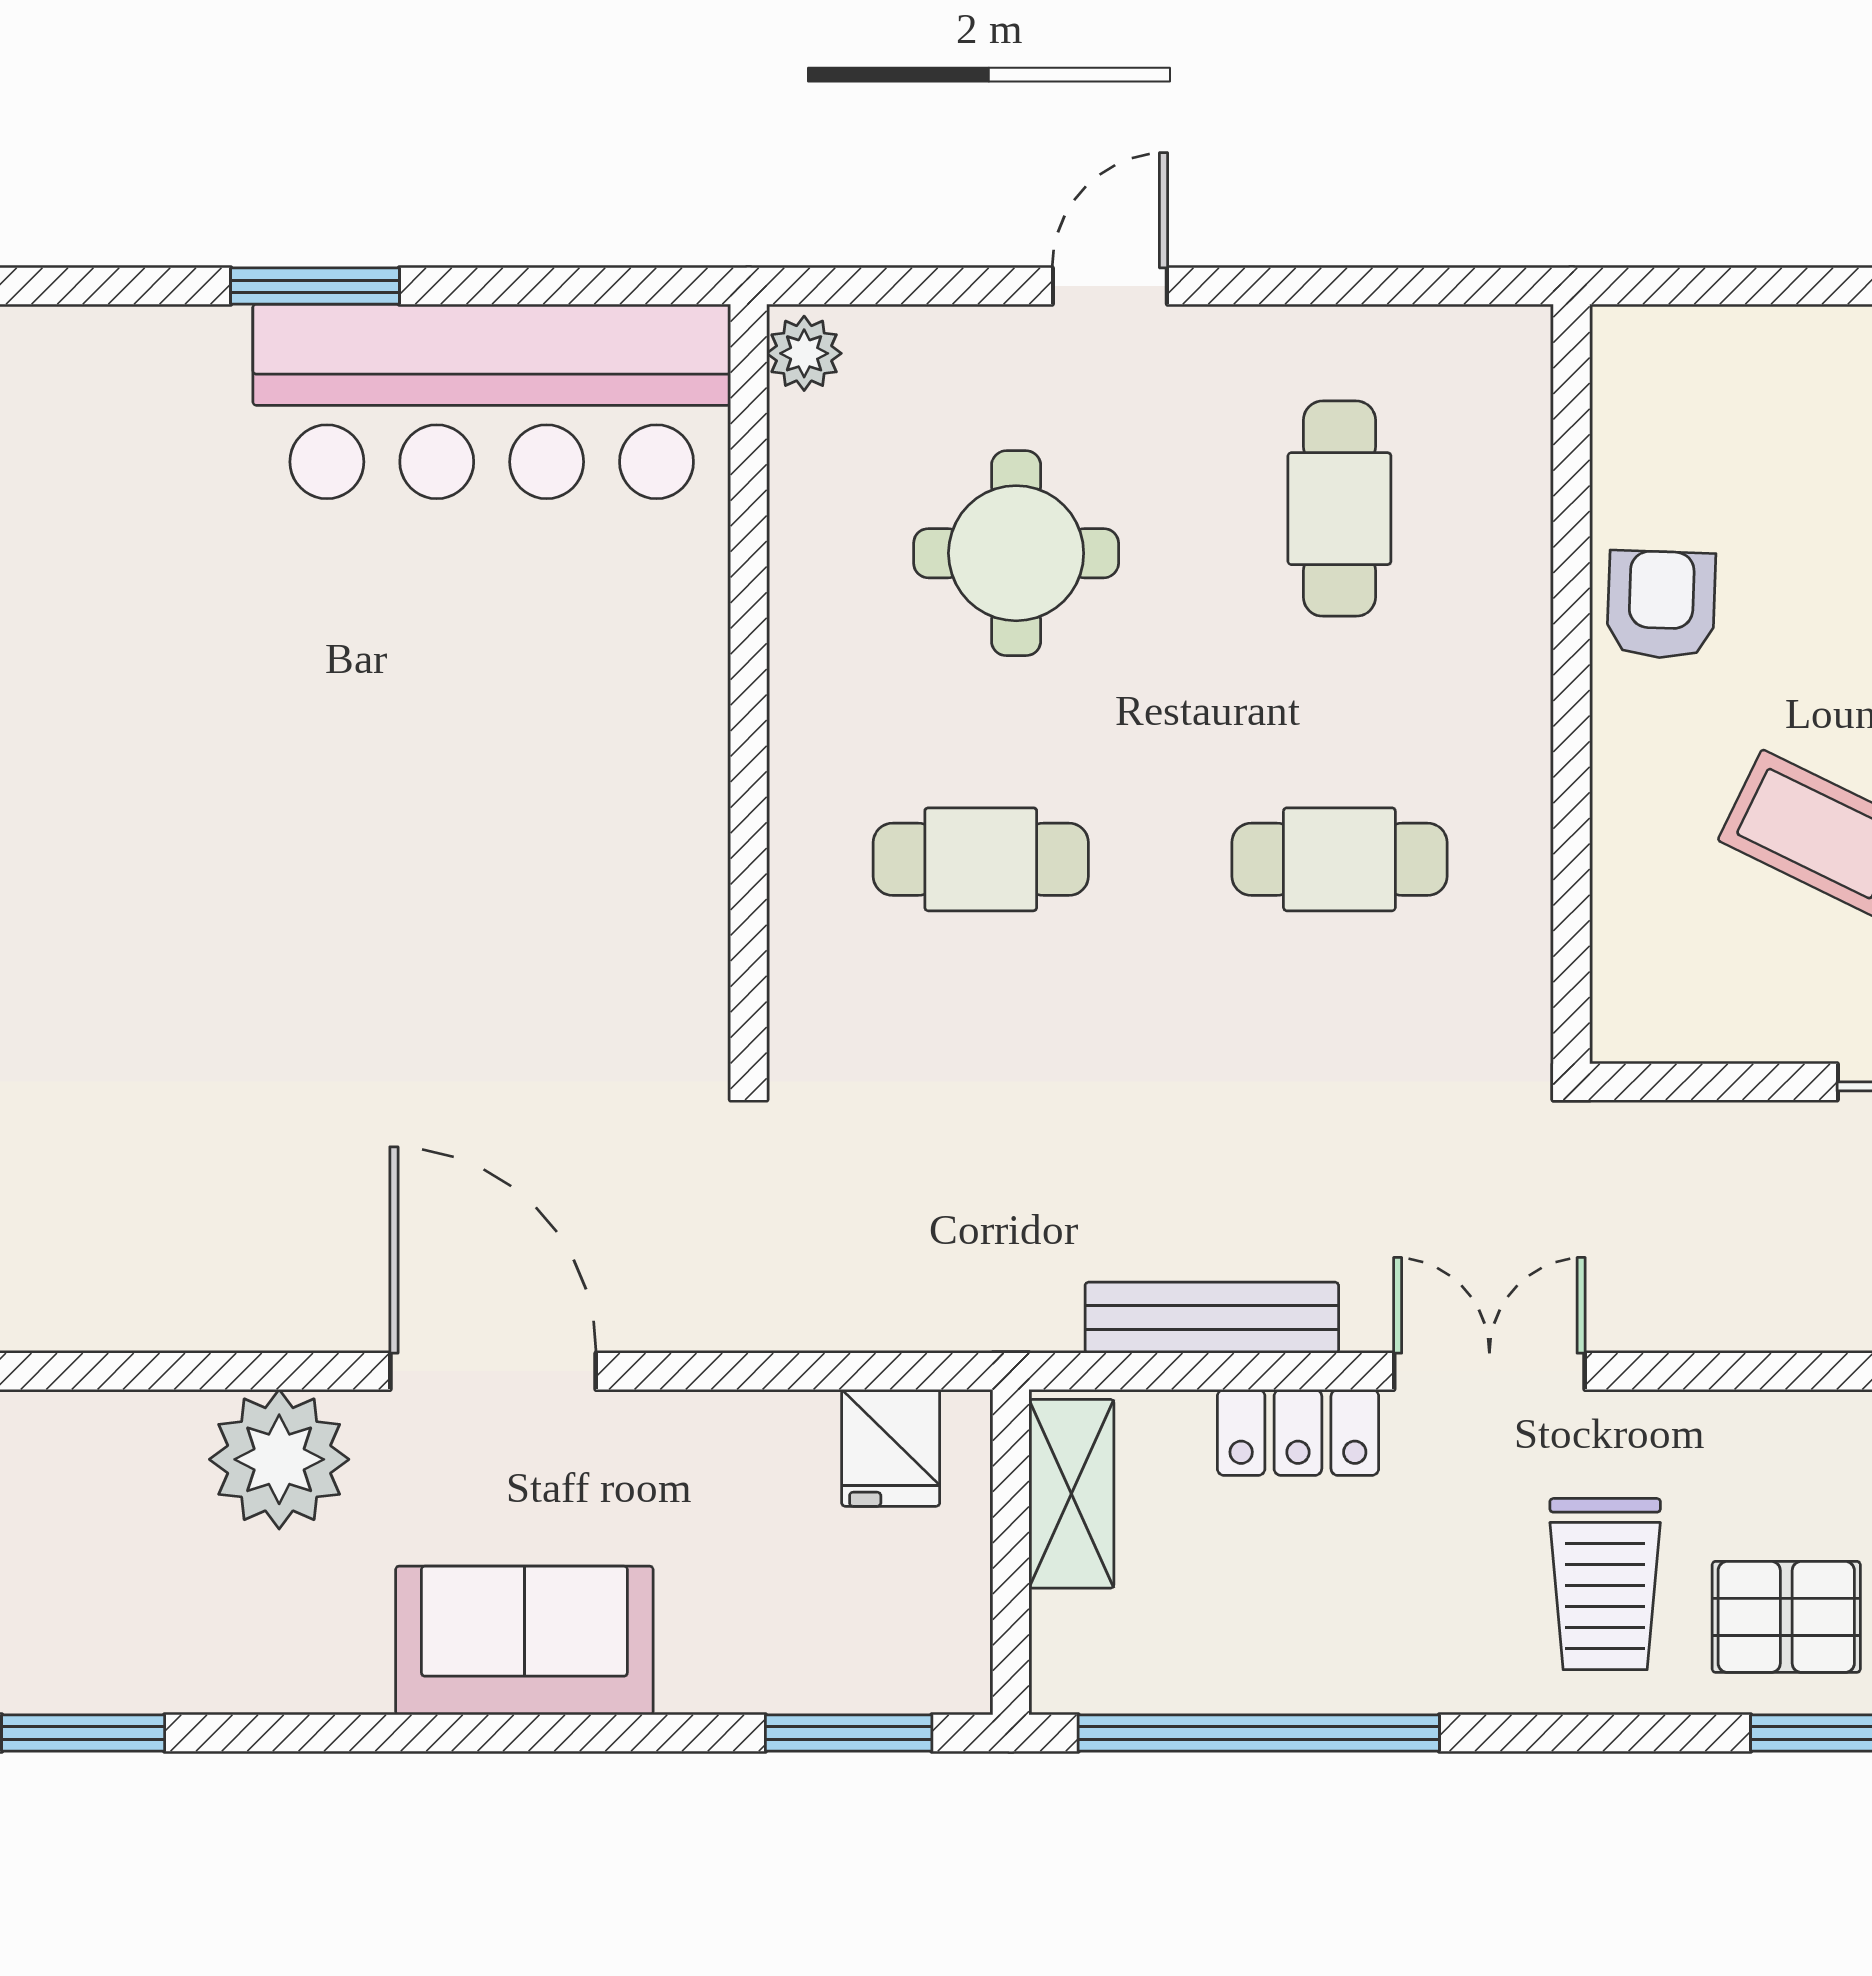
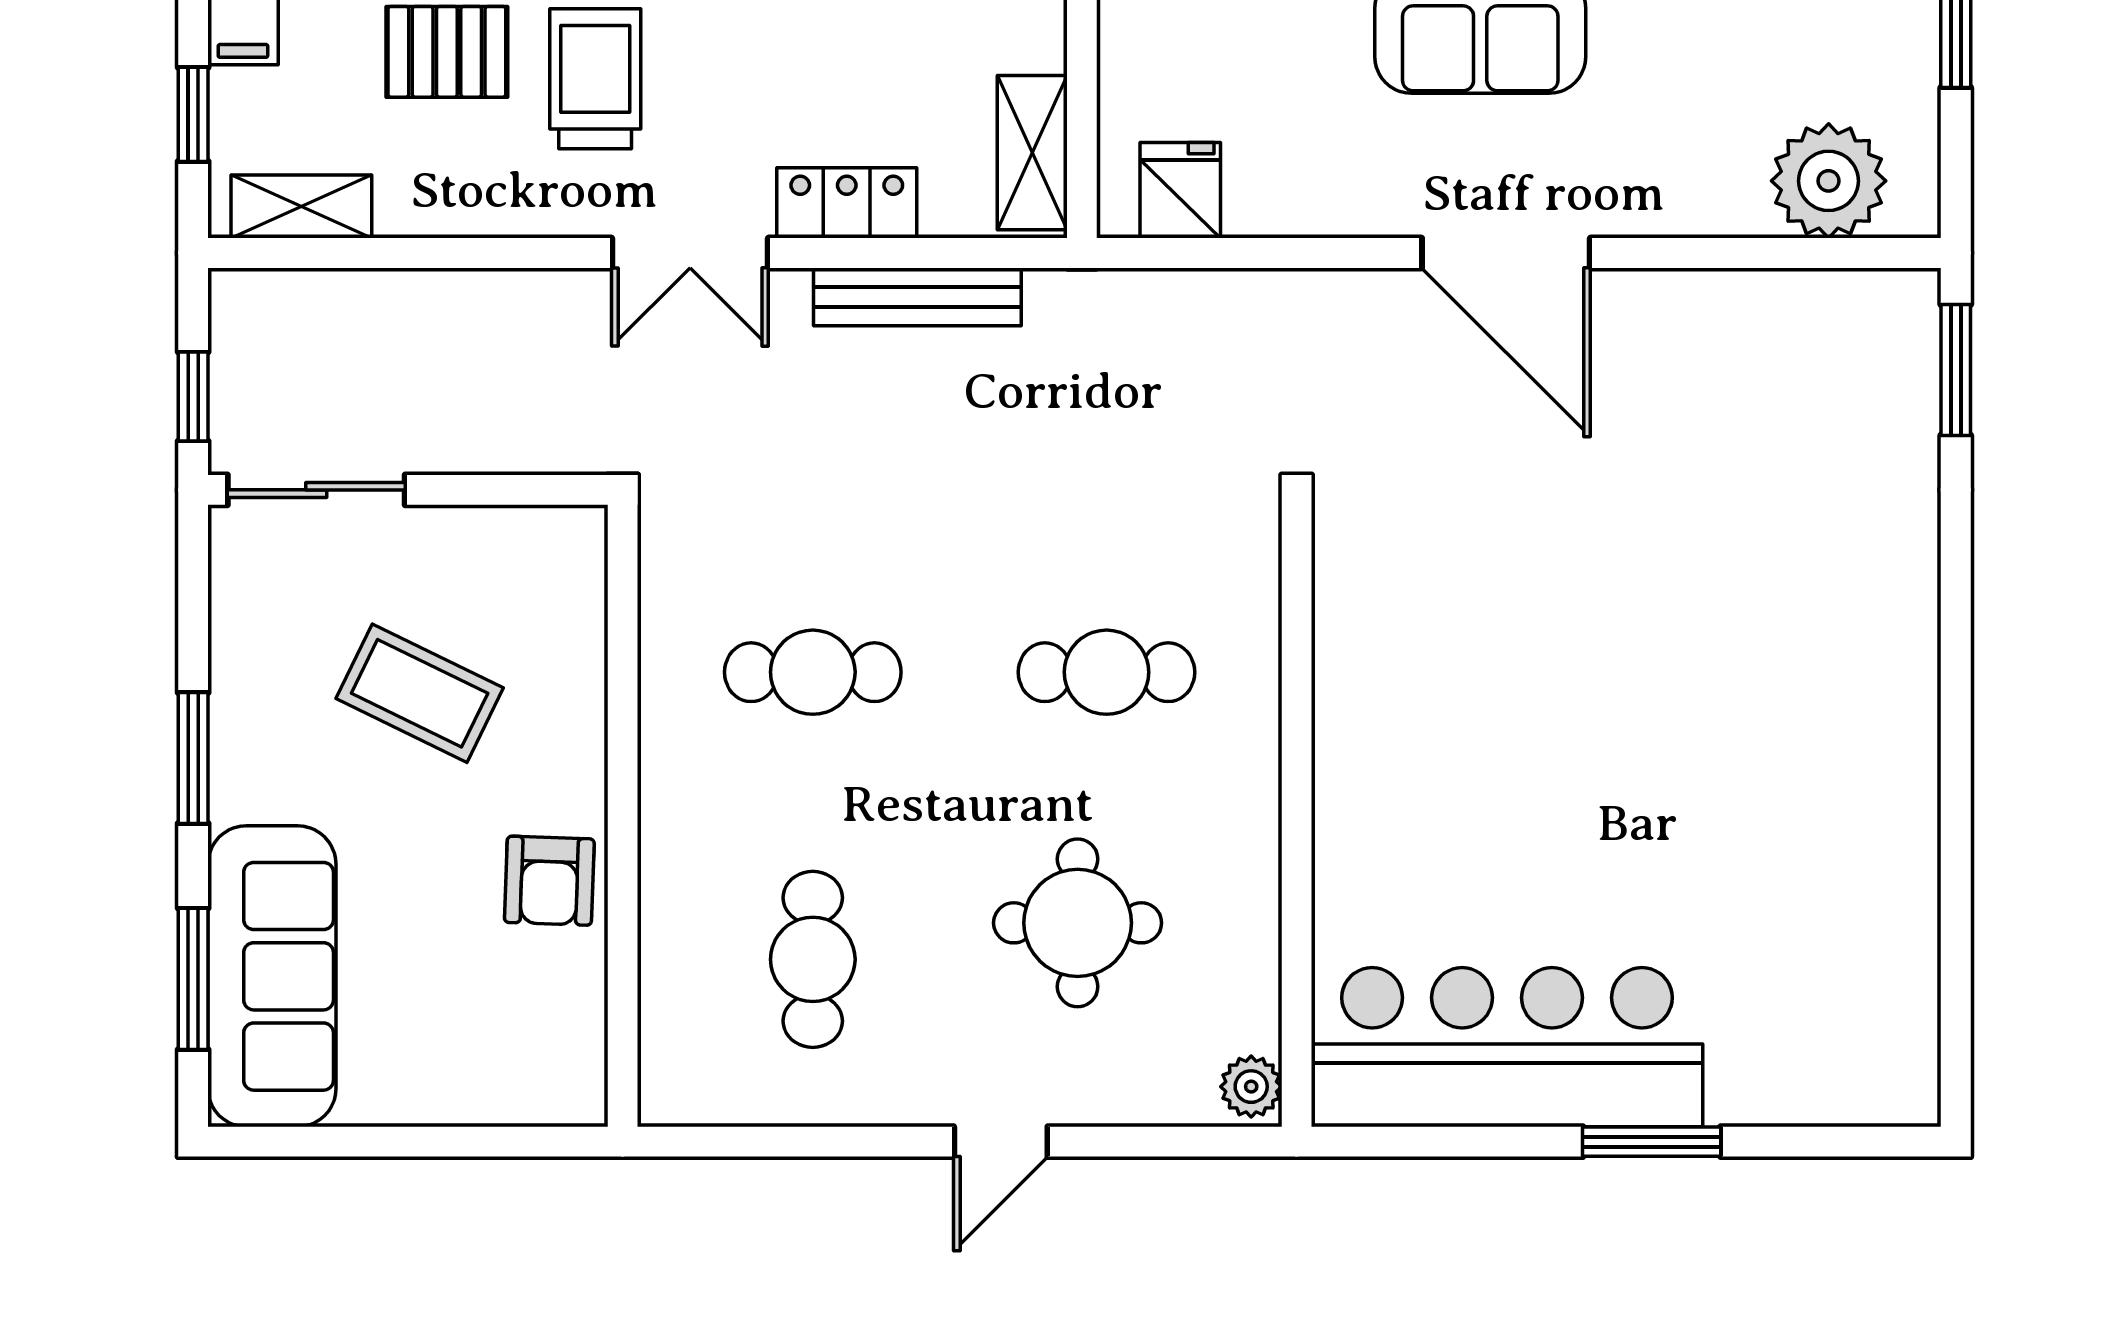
plant: (279, 1459) -> (1829, 181), moved

